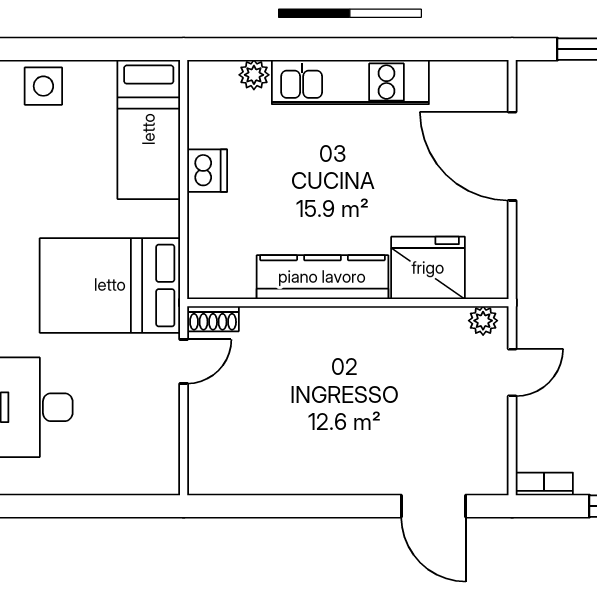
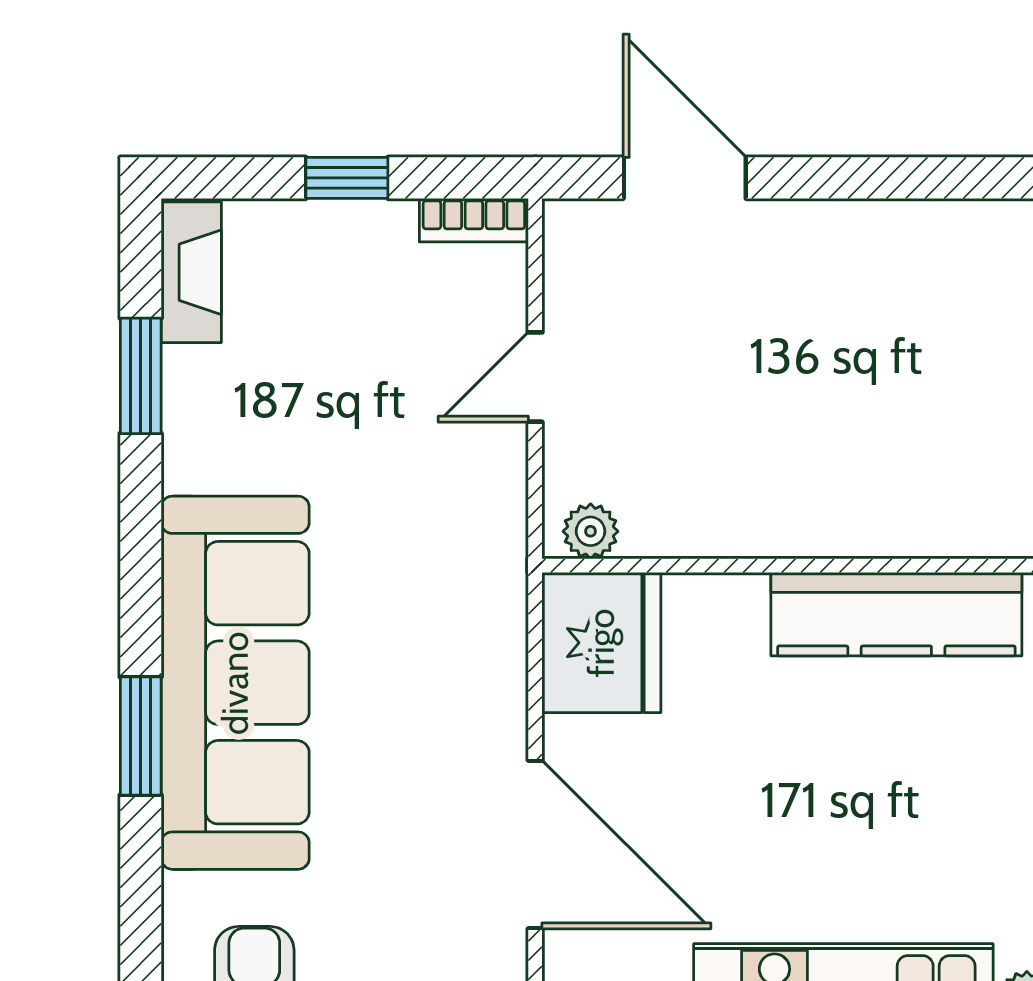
fridge: (428, 268) -> (601, 643), moved, turned -90
door: (512, 373) -> (535, 377), moved

